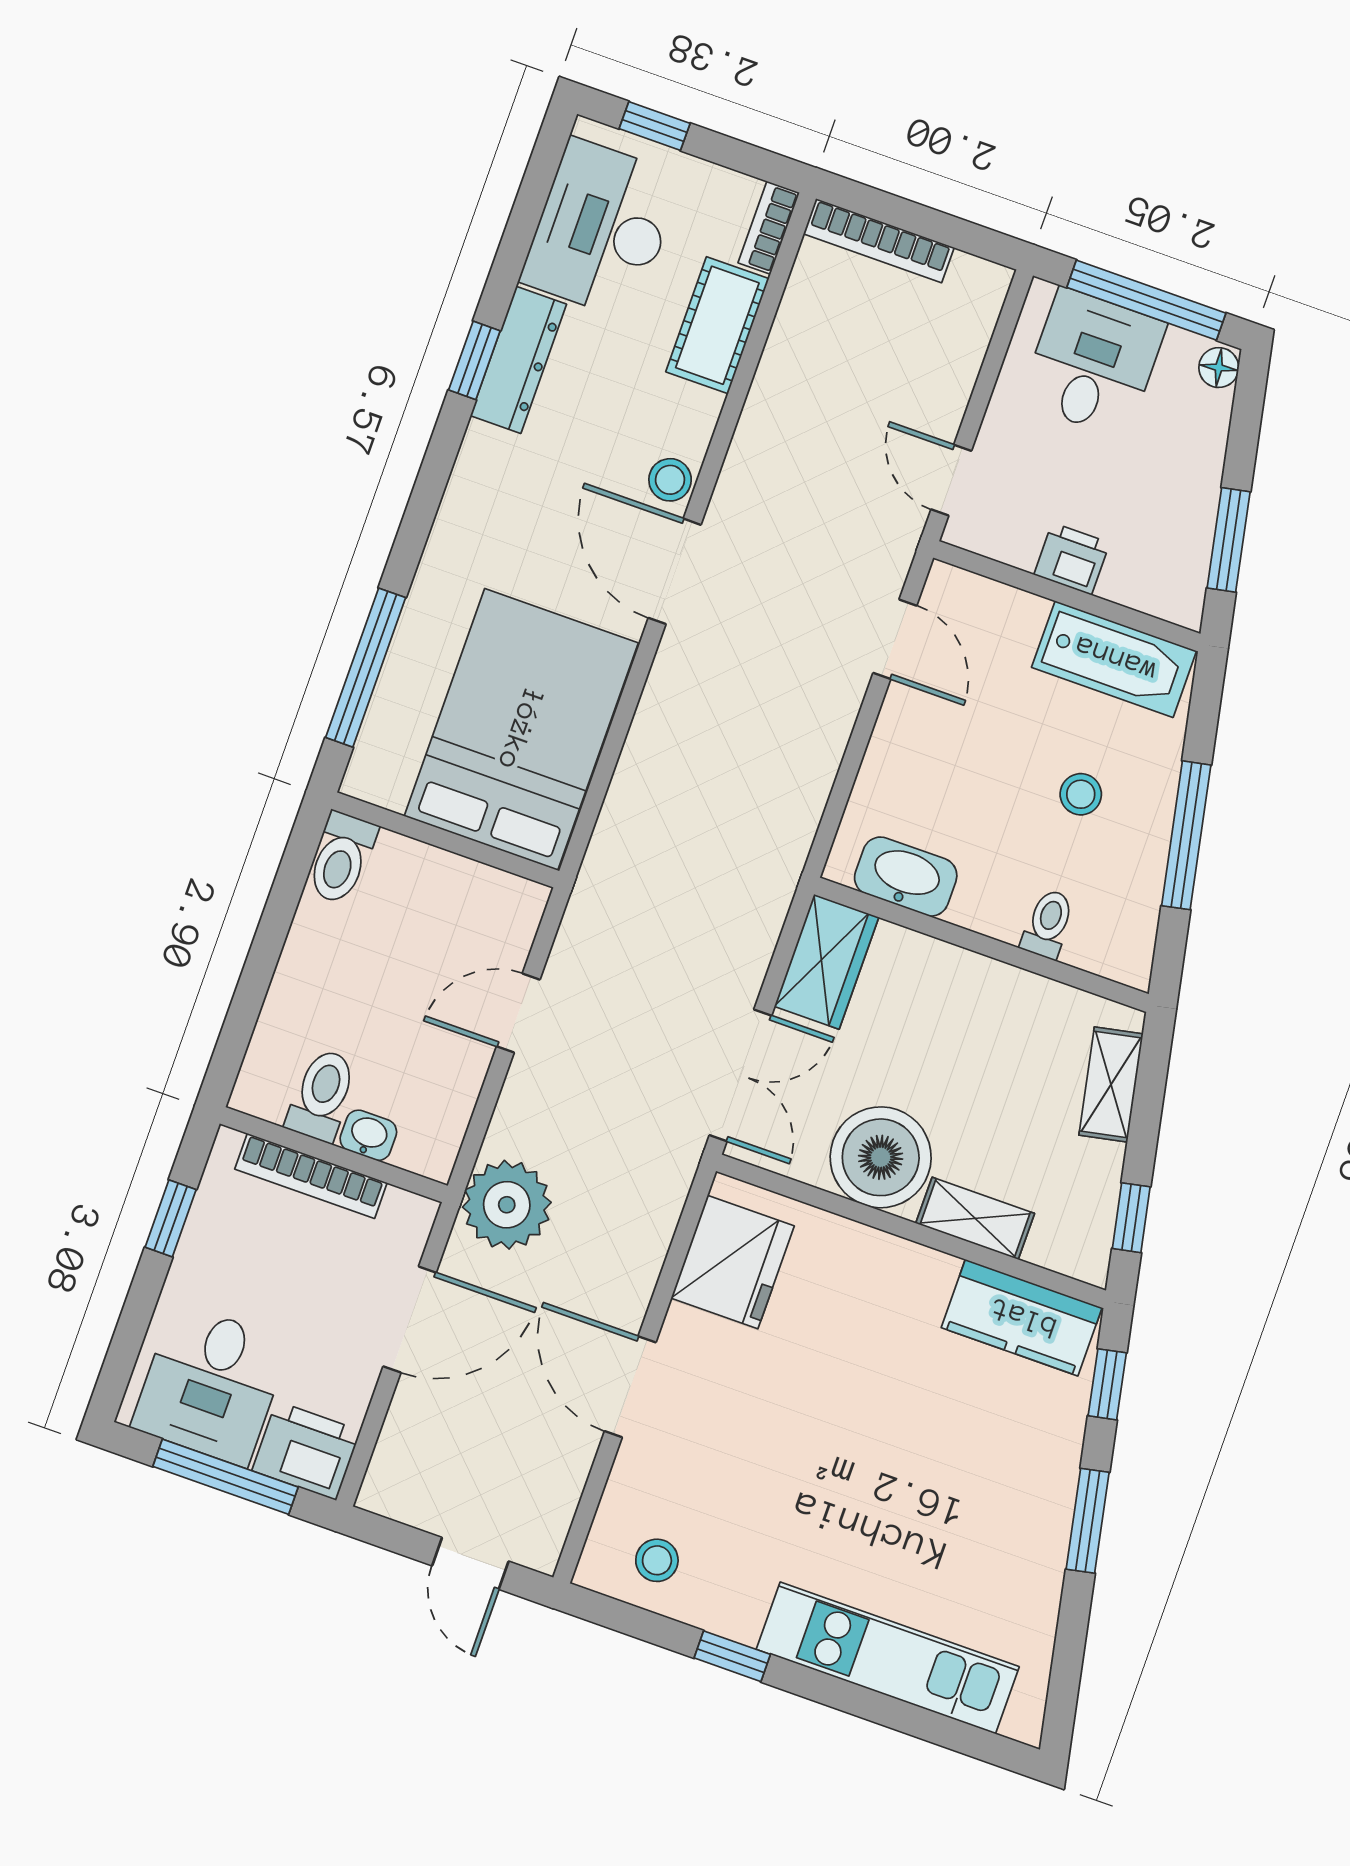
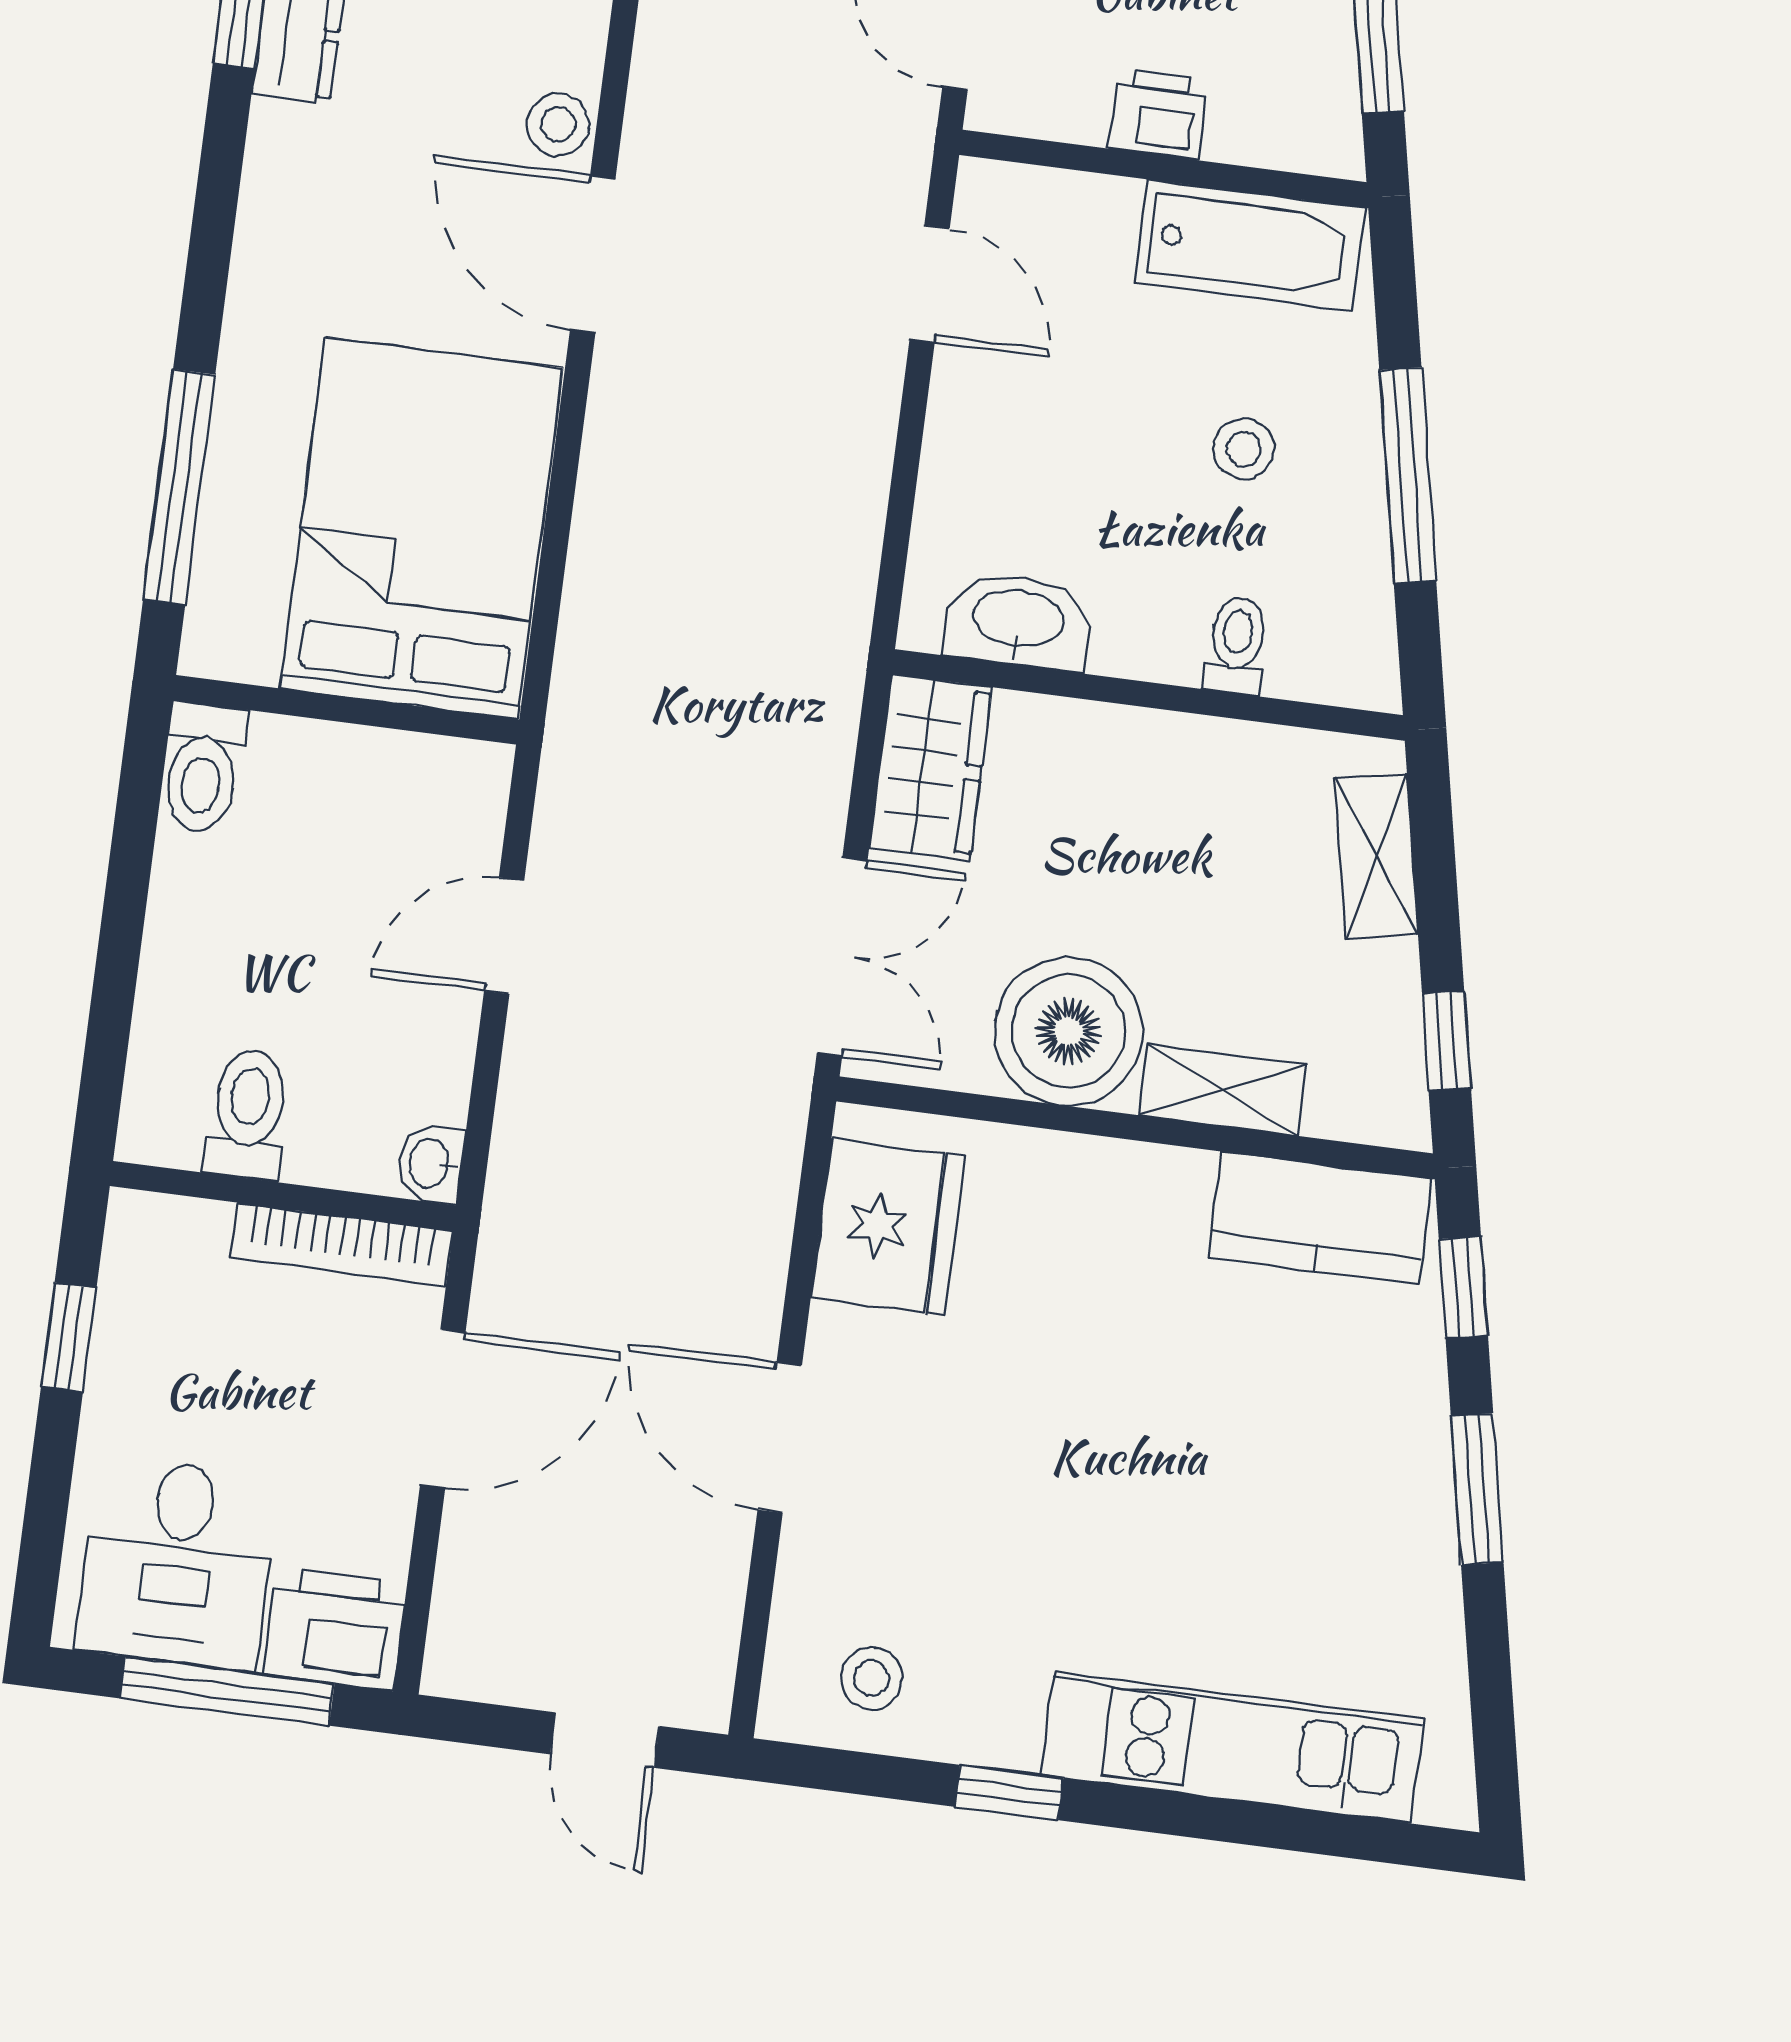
washbasin: (368, 1135) -> (431, 1163), moved, turned -90
bookcase: (311, 1176) -> (342, 1244), moved
plant: (507, 1205) -> (547, 1214), removed

